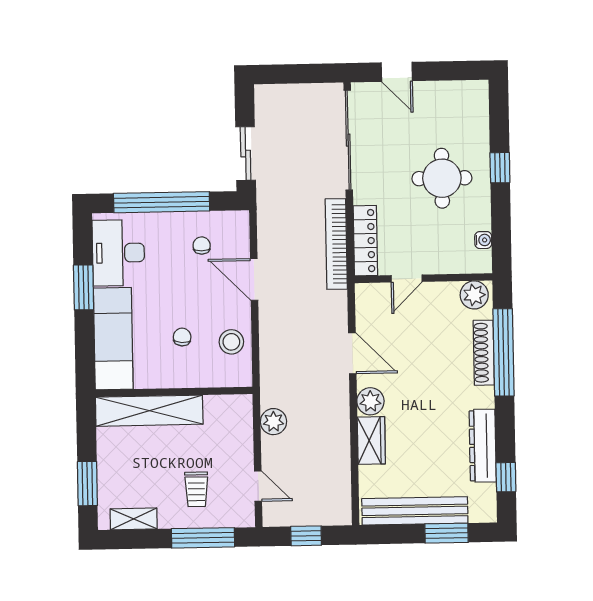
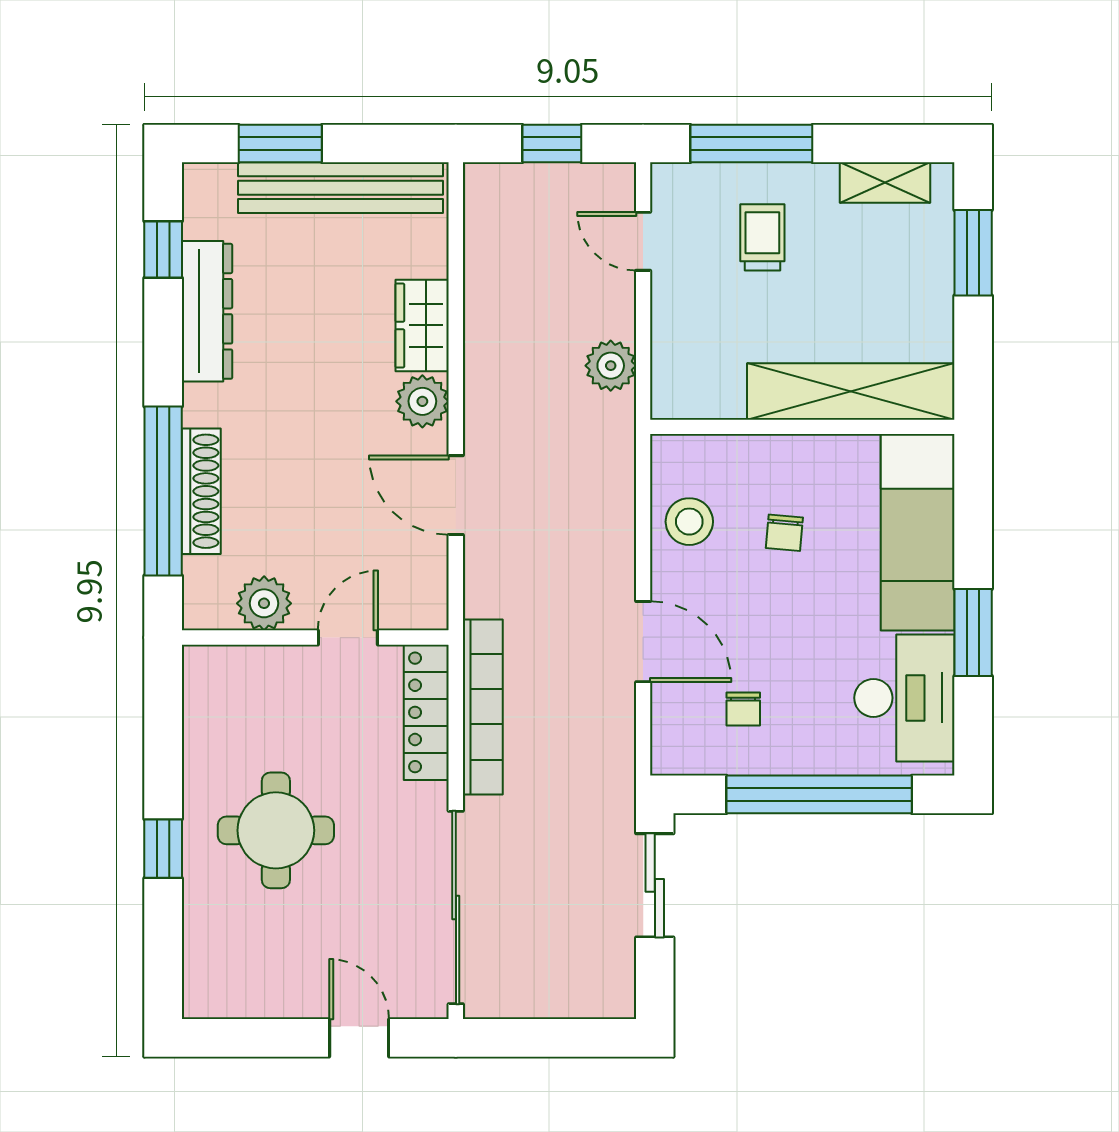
water cooler: (483, 240) -> (198, 709), removed
plant: (474, 295) -> (264, 603), moved

